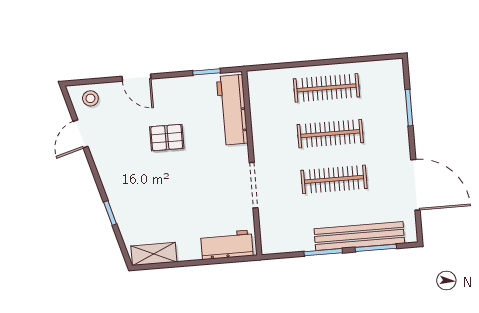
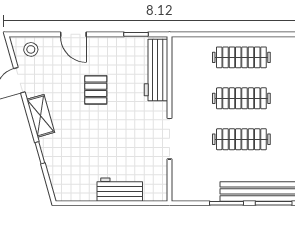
pallet: (167, 138) -> (96, 90), turned 90
workbench: (227, 245) -> (120, 190), moved
shelving: (154, 254) -> (41, 116), moved, turned 74

